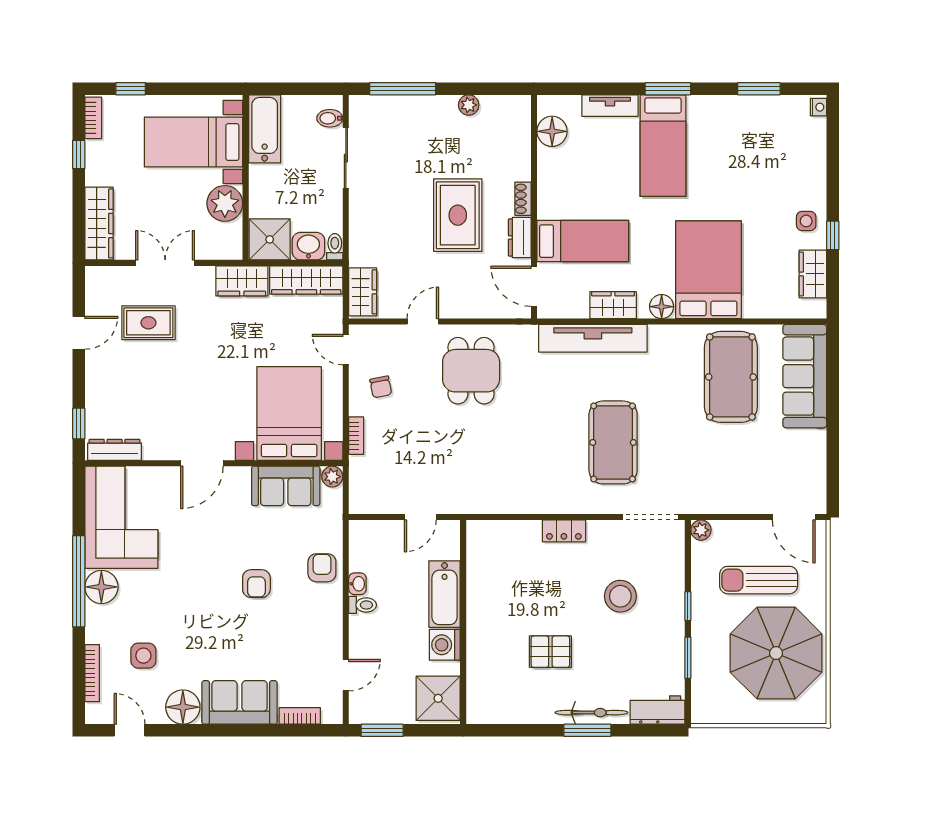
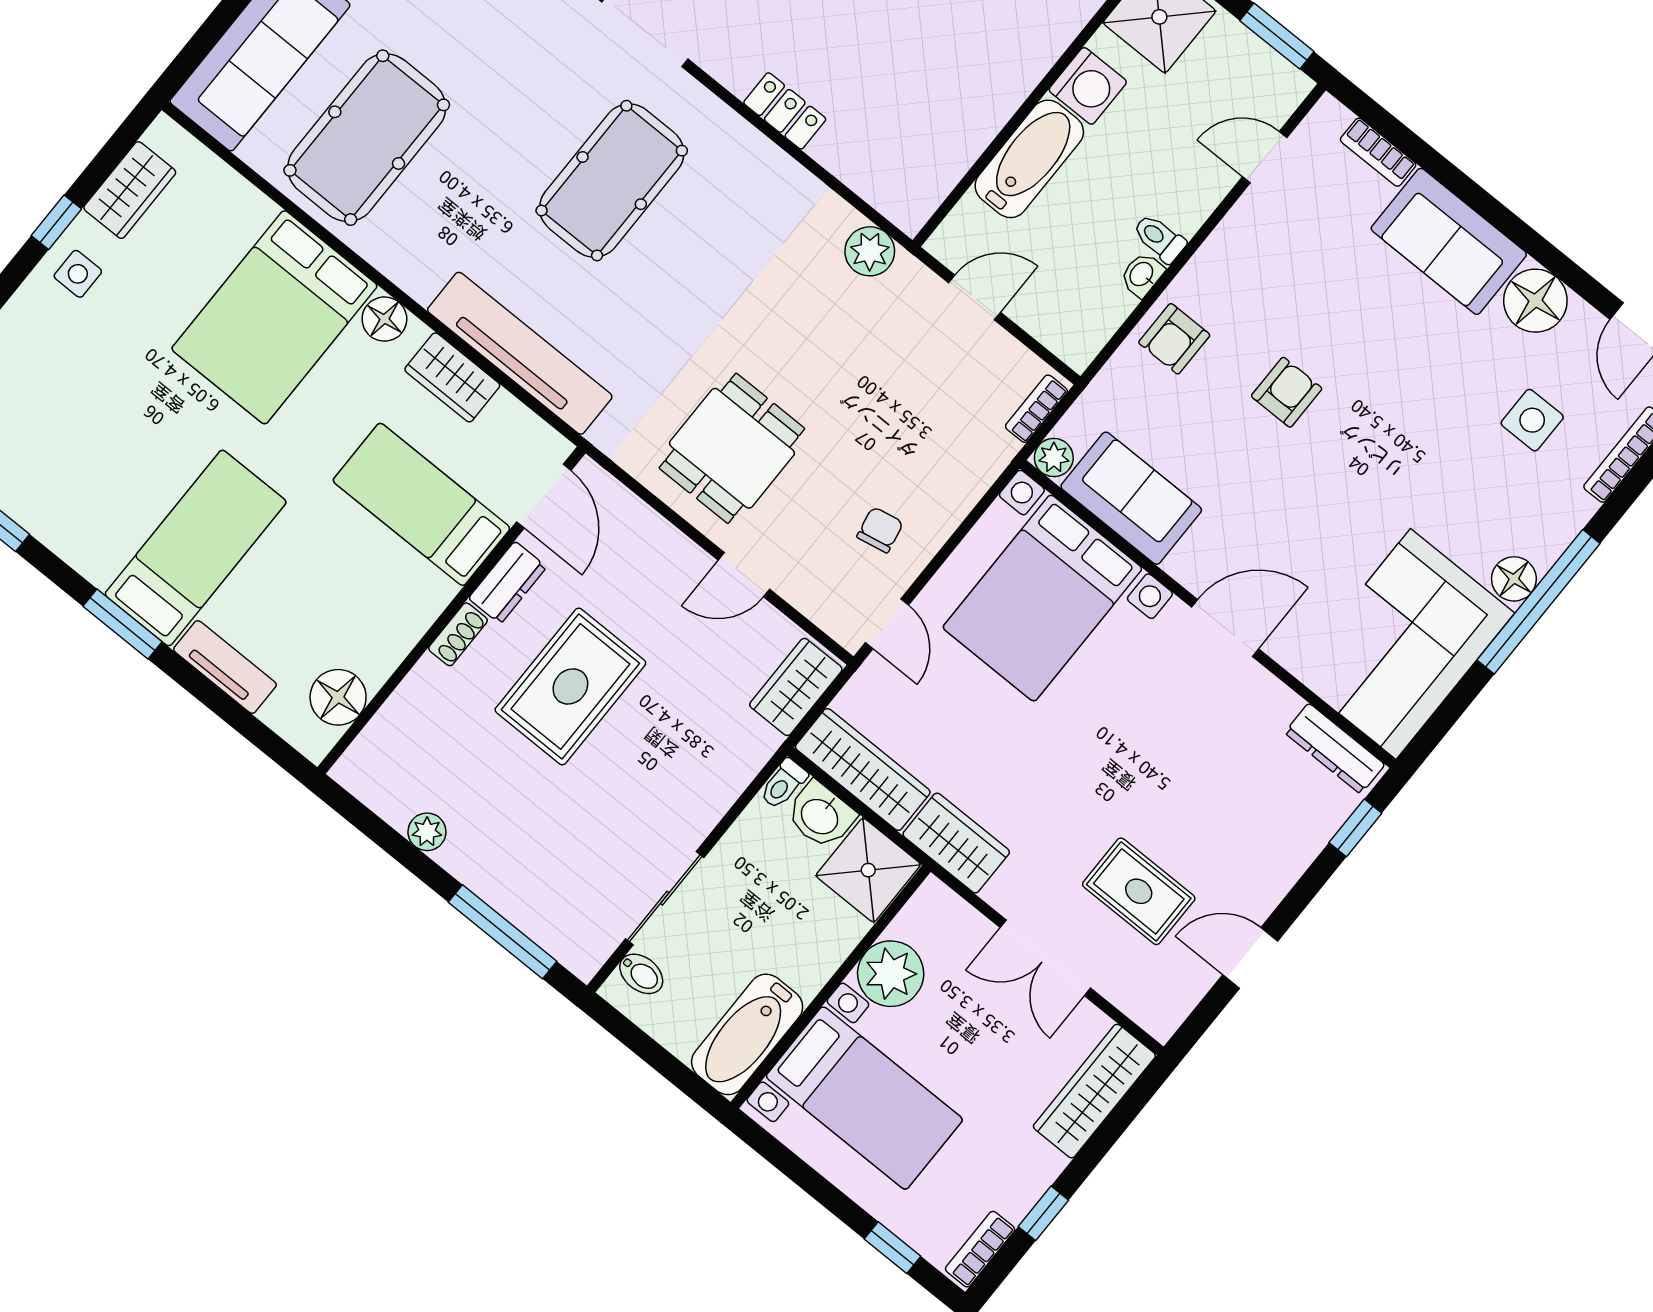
bookcase: (356, 436) -> (1036, 409), moved
plant: (480, 501) -> (870, 251), added
floor lamp: (101, 587) -> (1514, 579), width x0.73, depth x0.73

